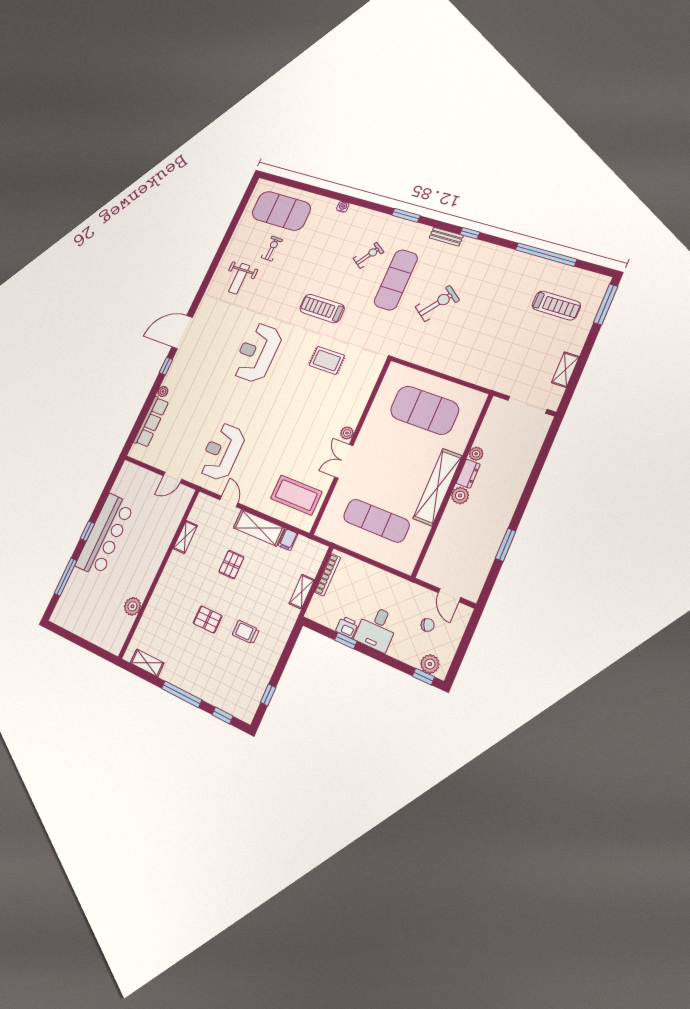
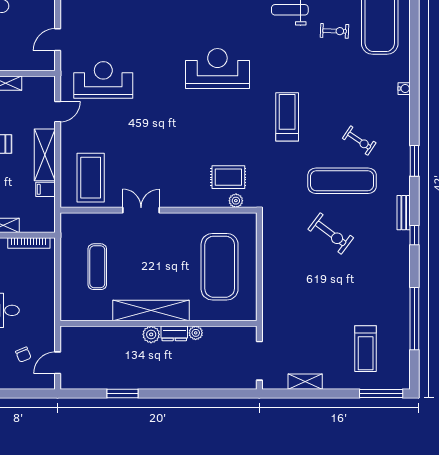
rug: (327, 360) -> (228, 177), moved, turned 90
plant: (347, 433) -> (236, 201), moved
door: (172, 477) -> (58, 40), hinge flipped
exercise mat: (376, 521) -> (97, 267), width x0.73, depth x0.69

